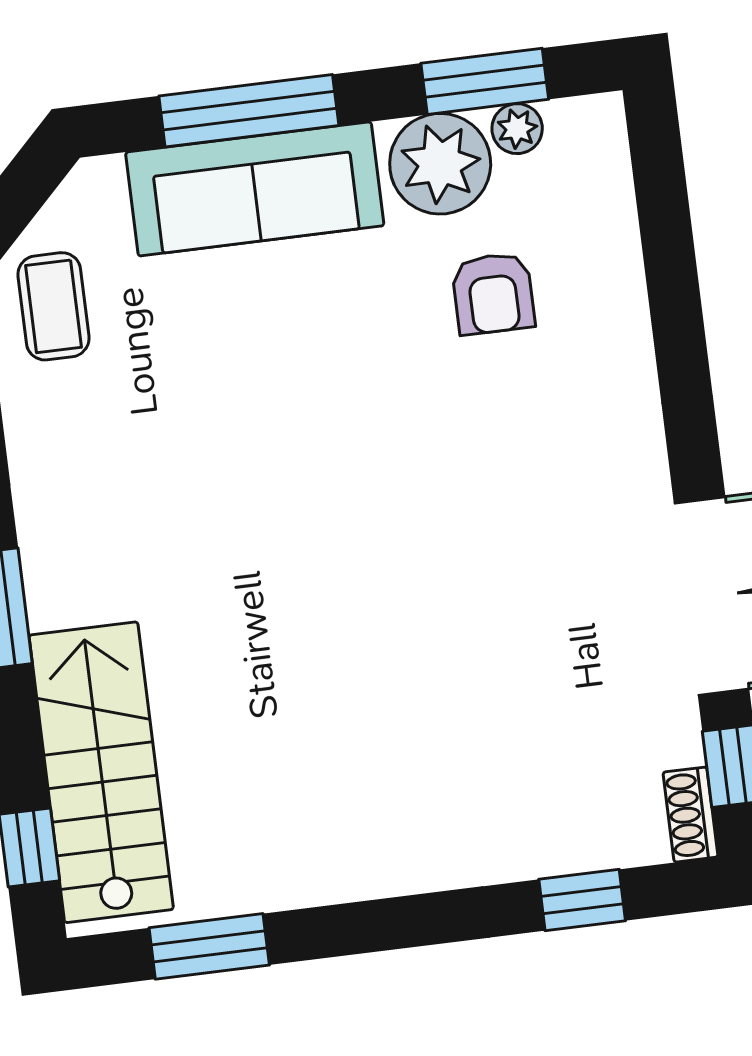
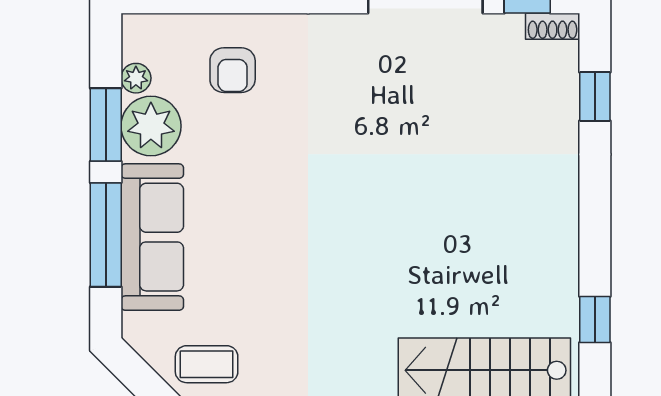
window: (485, 81) -> (106, 125), moved
armchair: (493, 294) -> (233, 70), moved, turned 90
window: (209, 946) -> (595, 319), width x0.67

